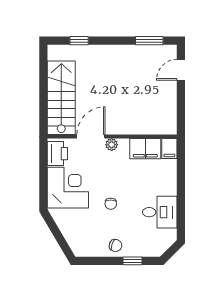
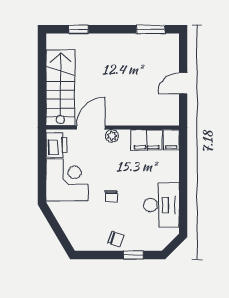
door: (181, 70) -> (183, 83), moved
desk: (160, 212) -> (161, 205), width x1.37

